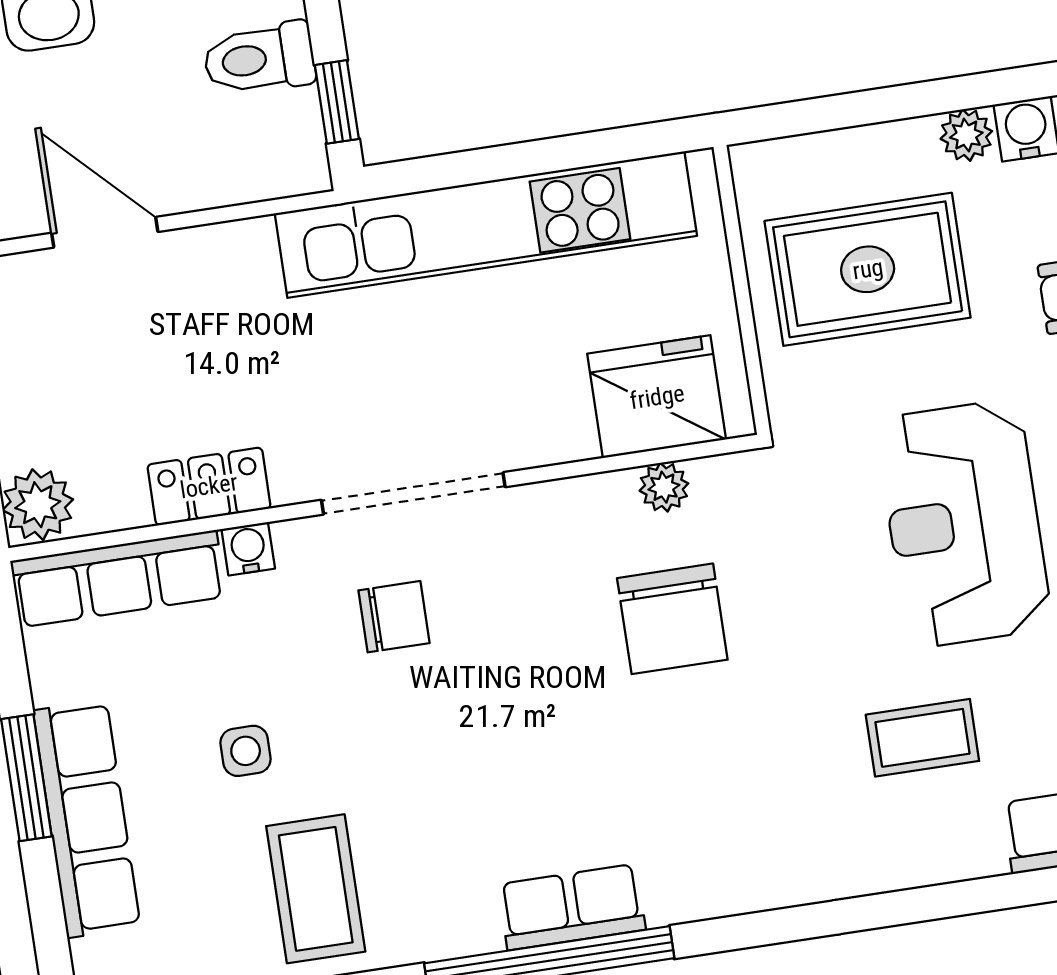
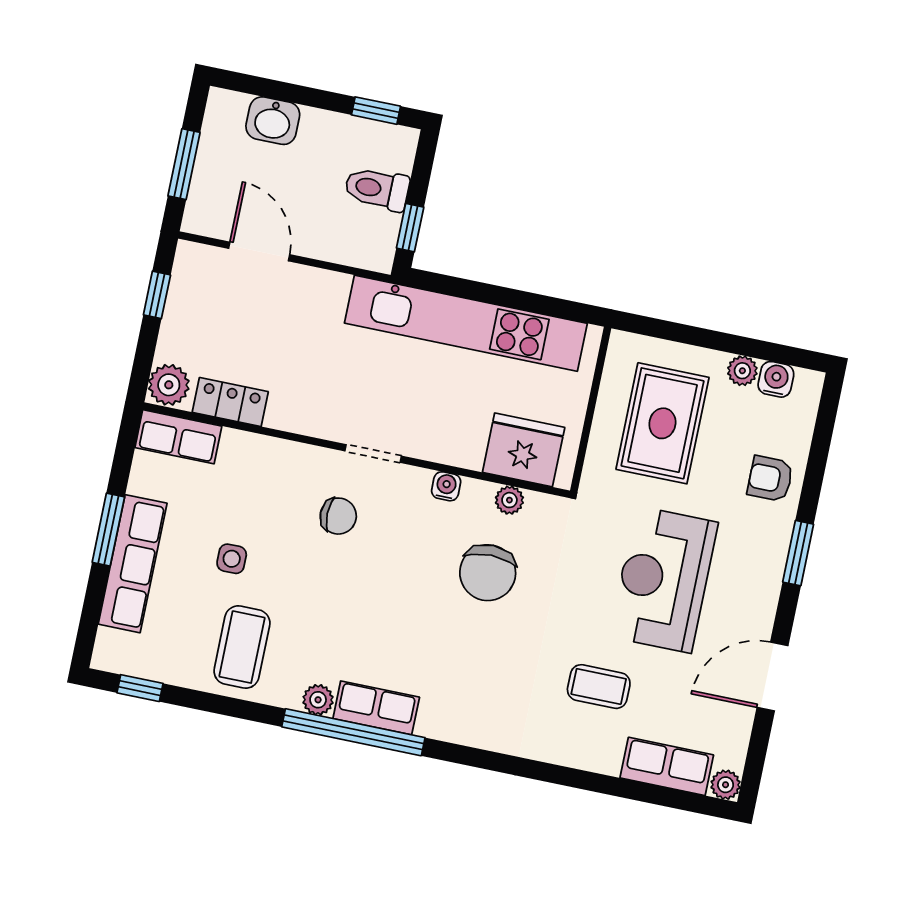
rug: (868, 269) -> (662, 423), turned 90
locker: (209, 486) -> (230, 402), moved
doorway: (413, 493) -> (373, 454), width x0.53
water cooler: (248, 549) -> (446, 486), moved
row of seats: (118, 579) -> (178, 437), width x0.68
plant: (472, 929) -> (318, 700), added

